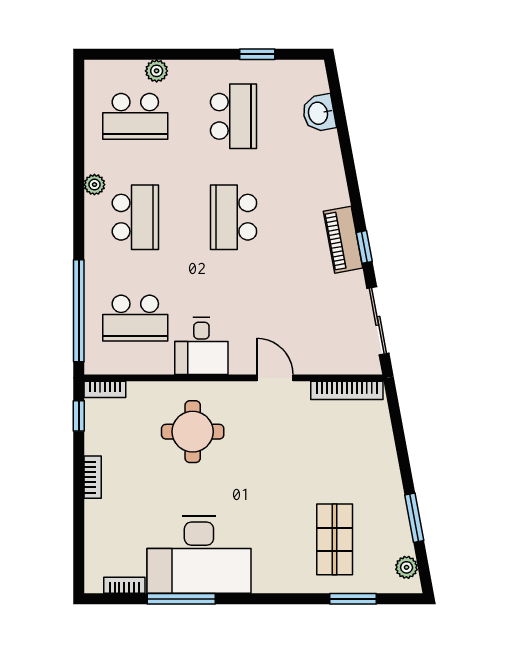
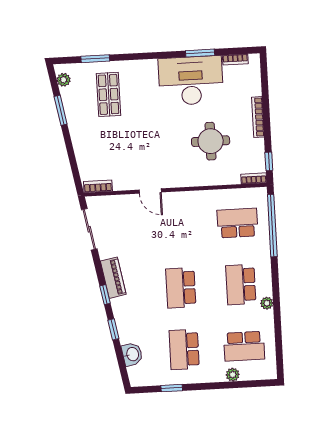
school desk: (135, 116) -> (244, 346), turned 180
window: (347, 155) -> (113, 329), added
school desk: (234, 217) -> (181, 288), turned 180
window: (364, 247) -> (105, 295), moved
desk: (201, 346) -> (196, 208), removed
bookcase: (347, 390) -> (98, 186), width x0.64
round table: (193, 432) -> (211, 141), moved
bookcase: (93, 477) -> (258, 117), width x1.56
window: (181, 599) -> (200, 53), width x0.69

